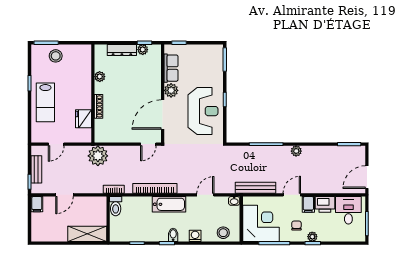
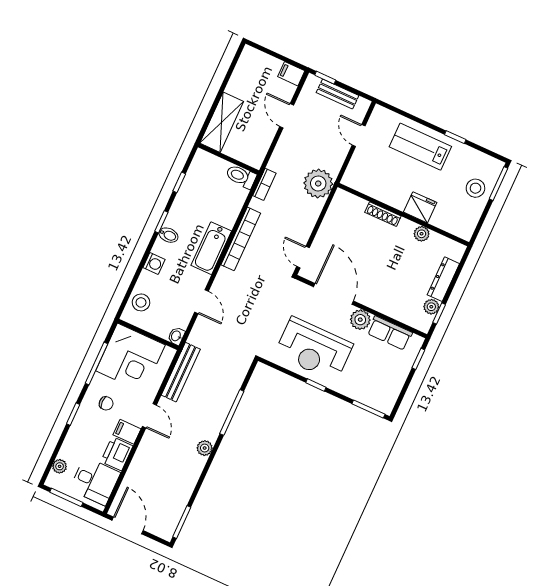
fridge: (84, 119) -> (420, 207), moved
plant: (312, 237) -> (60, 466), moved

